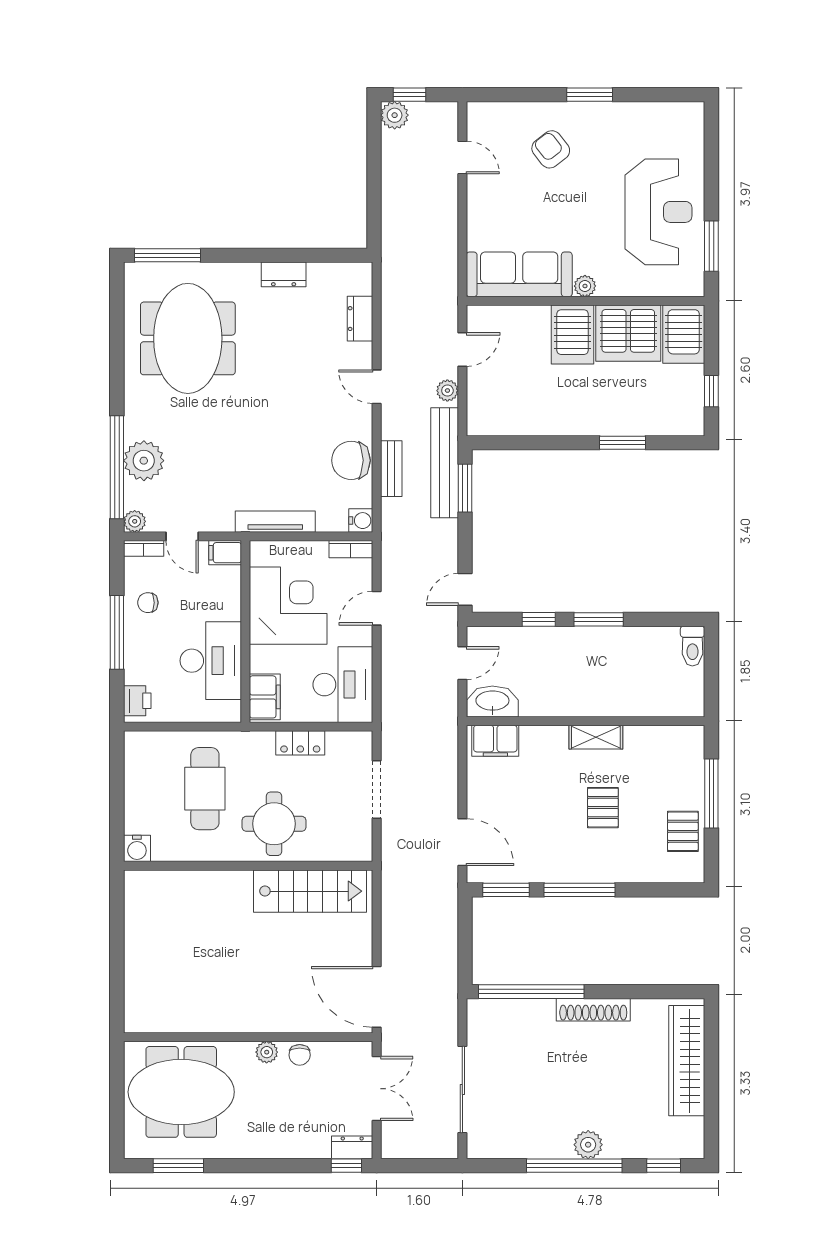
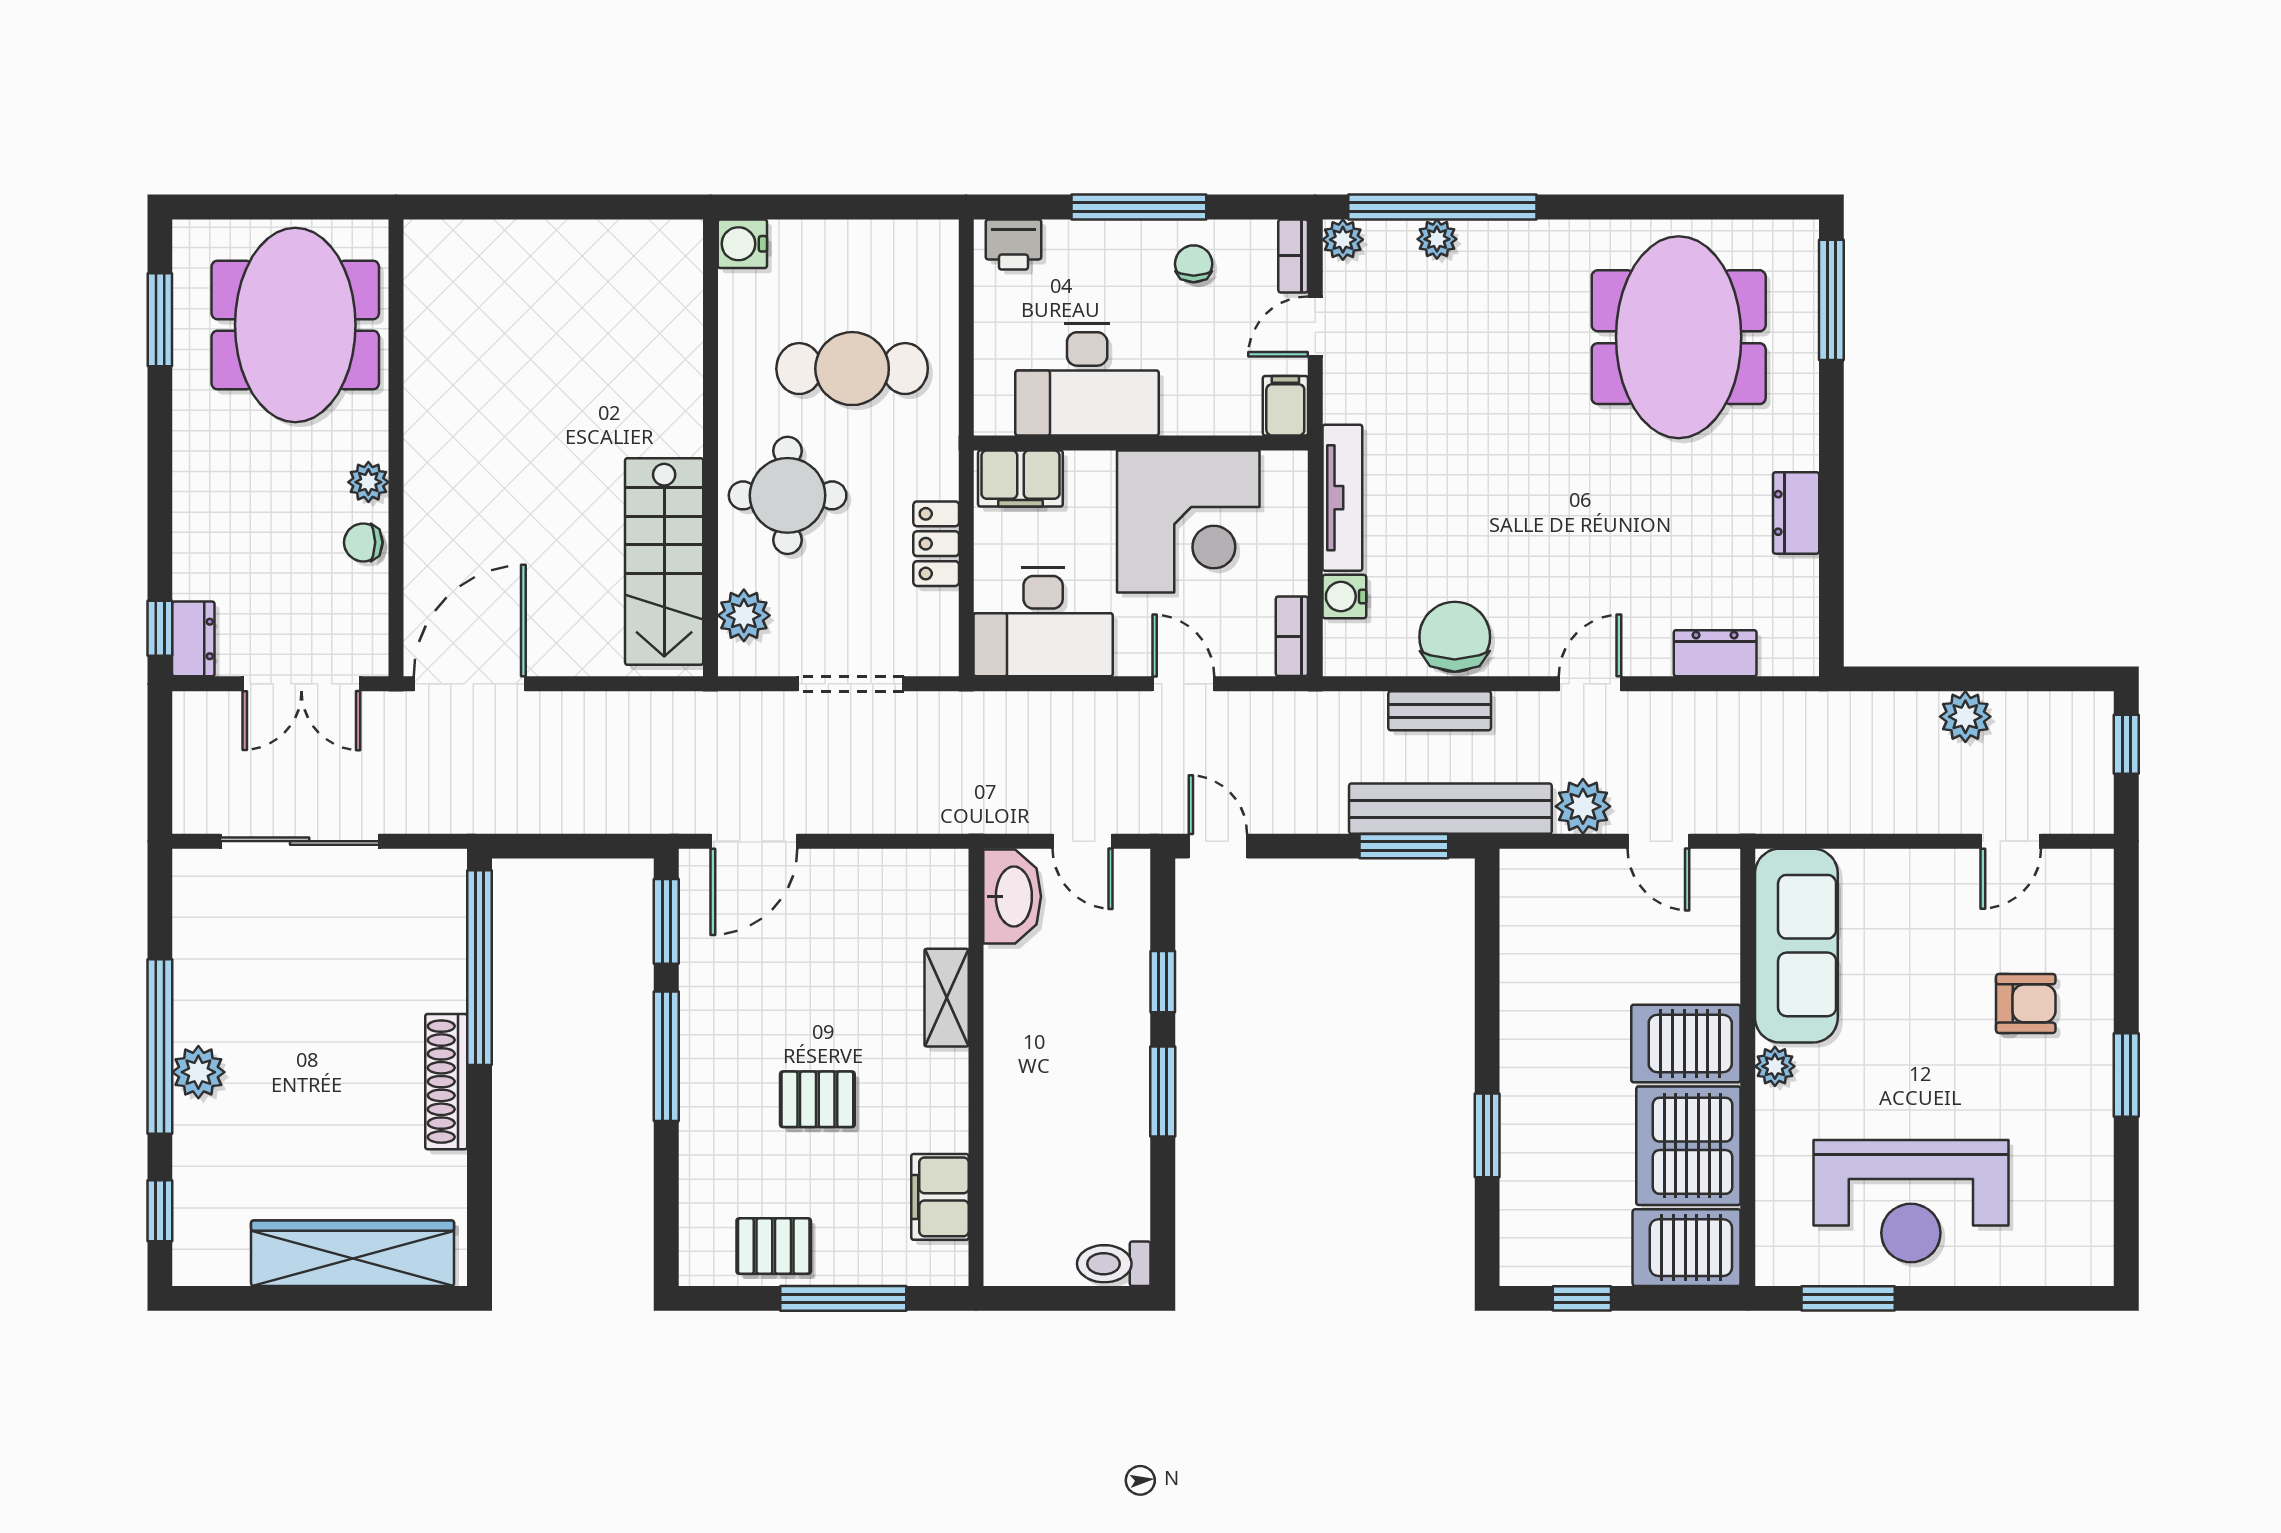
plant: (395, 115) -> (1965, 717), moved
armchair: (551, 149) -> (2026, 1003), turned 38
meeting table: (188, 338) -> (1679, 337), turned 90
plant: (447, 391) -> (1583, 806), width x1.38, depth x1.38
plant: (144, 461) -> (1437, 239), width x0.53, depth x0.53
water cooler: (361, 521) -> (1344, 597), moved, turned 90
shelving: (596, 737) -> (947, 998), moved
filing cabinet: (495, 741) -> (940, 1197), moved
plant: (339, 848) -> (744, 615), added

